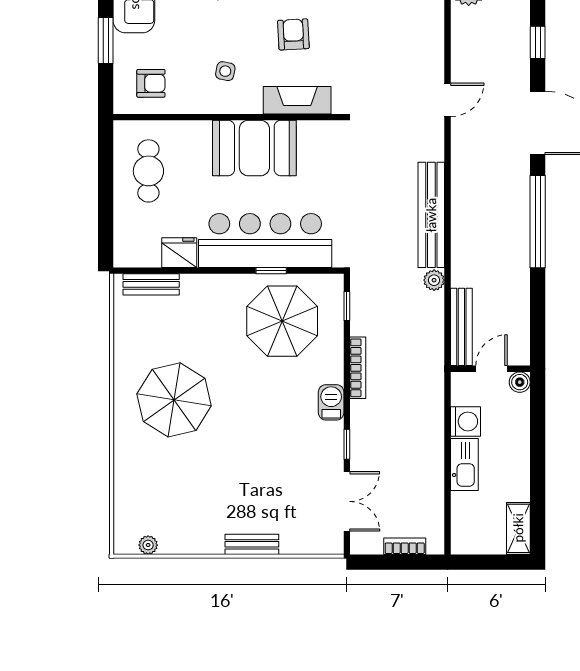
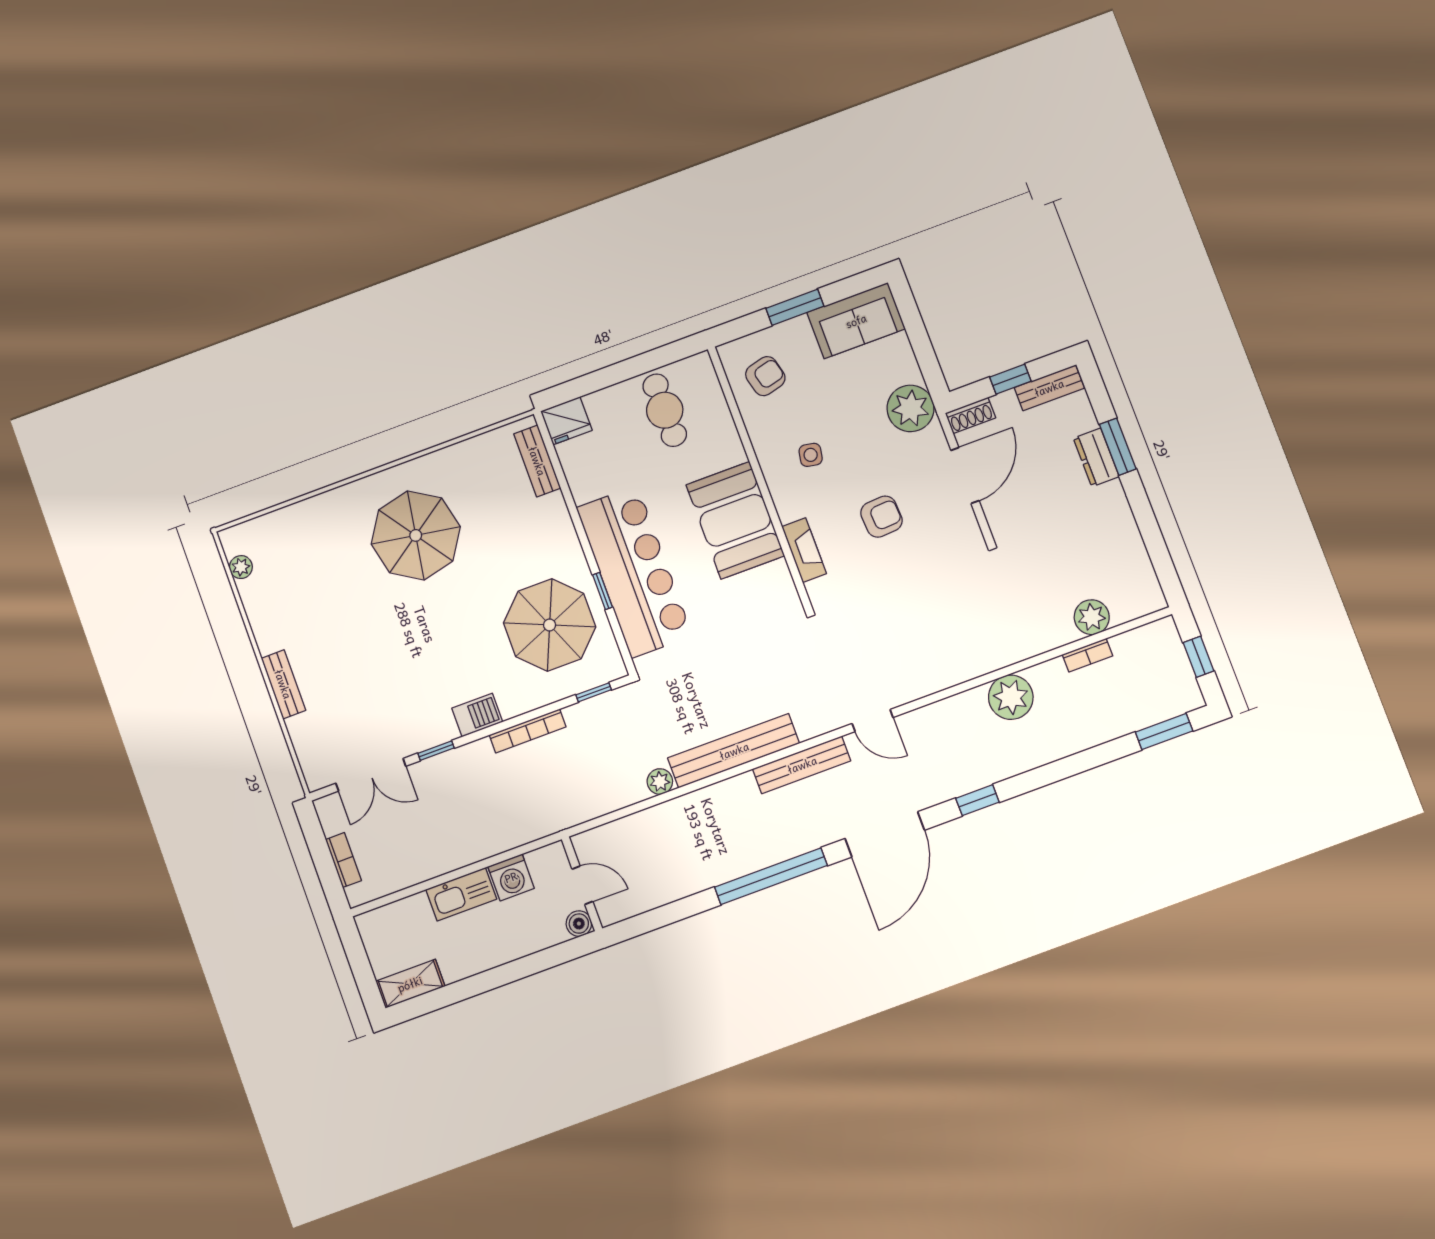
armchair: (151, 83) -> (765, 376), turned -104
fireplace: (297, 100) -> (804, 550), width x0.73, depth x0.76
cafe table: (148, 171) -> (665, 410), turned 90
fridge: (179, 253) -> (566, 421), moved, turned 90
bench: (461, 327) -> (802, 765), moved

